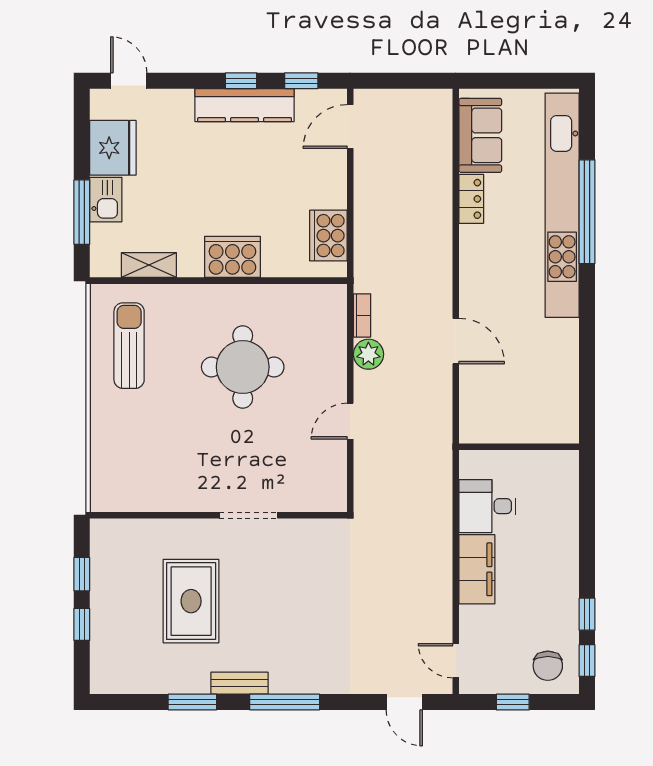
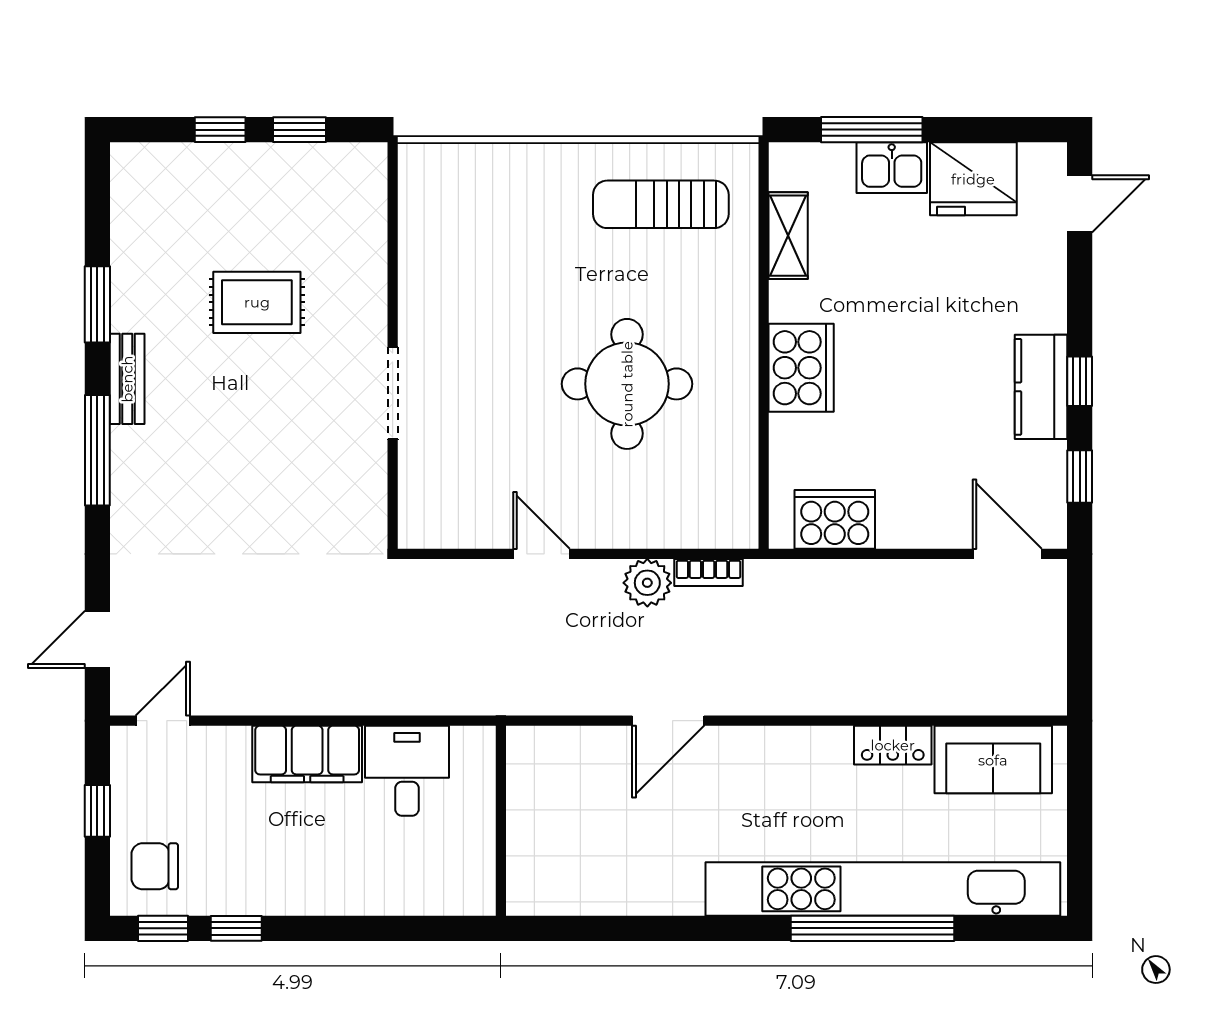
kitchen counter: (245, 105) -> (1041, 387), width x0.67
sun lounger: (129, 346) -> (661, 204), turned 180
rug: (191, 601) -> (257, 302), width x0.73, depth x0.70

